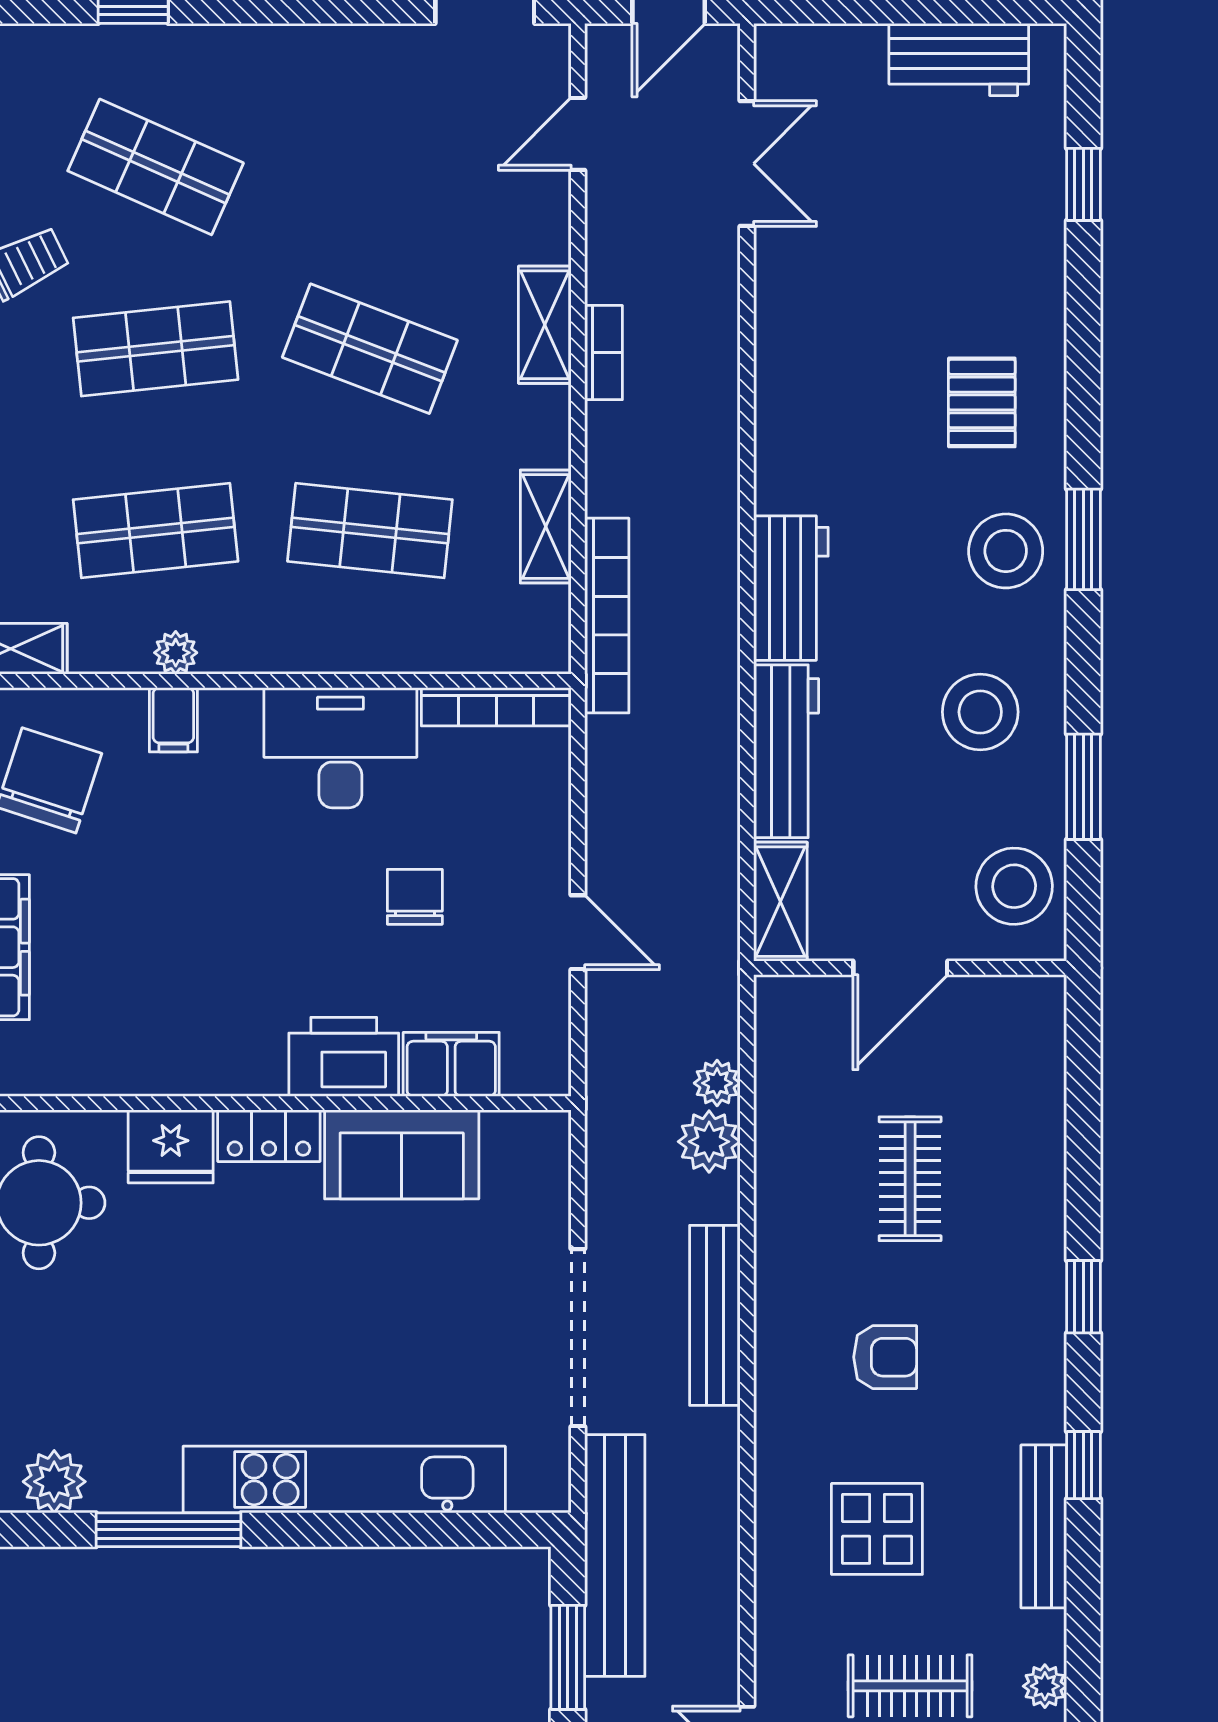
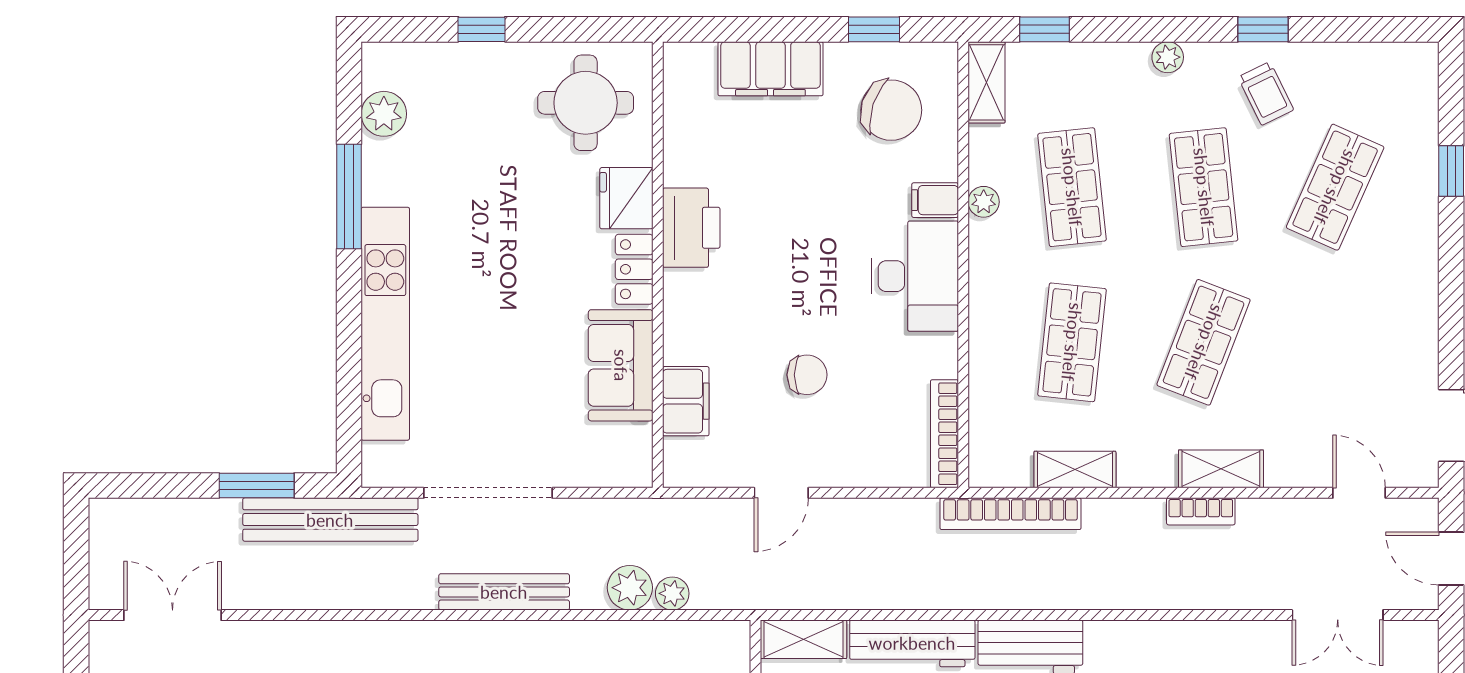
desk: (340, 748) -> (915, 276), moved
printer: (344, 1057) -> (691, 228), moved

